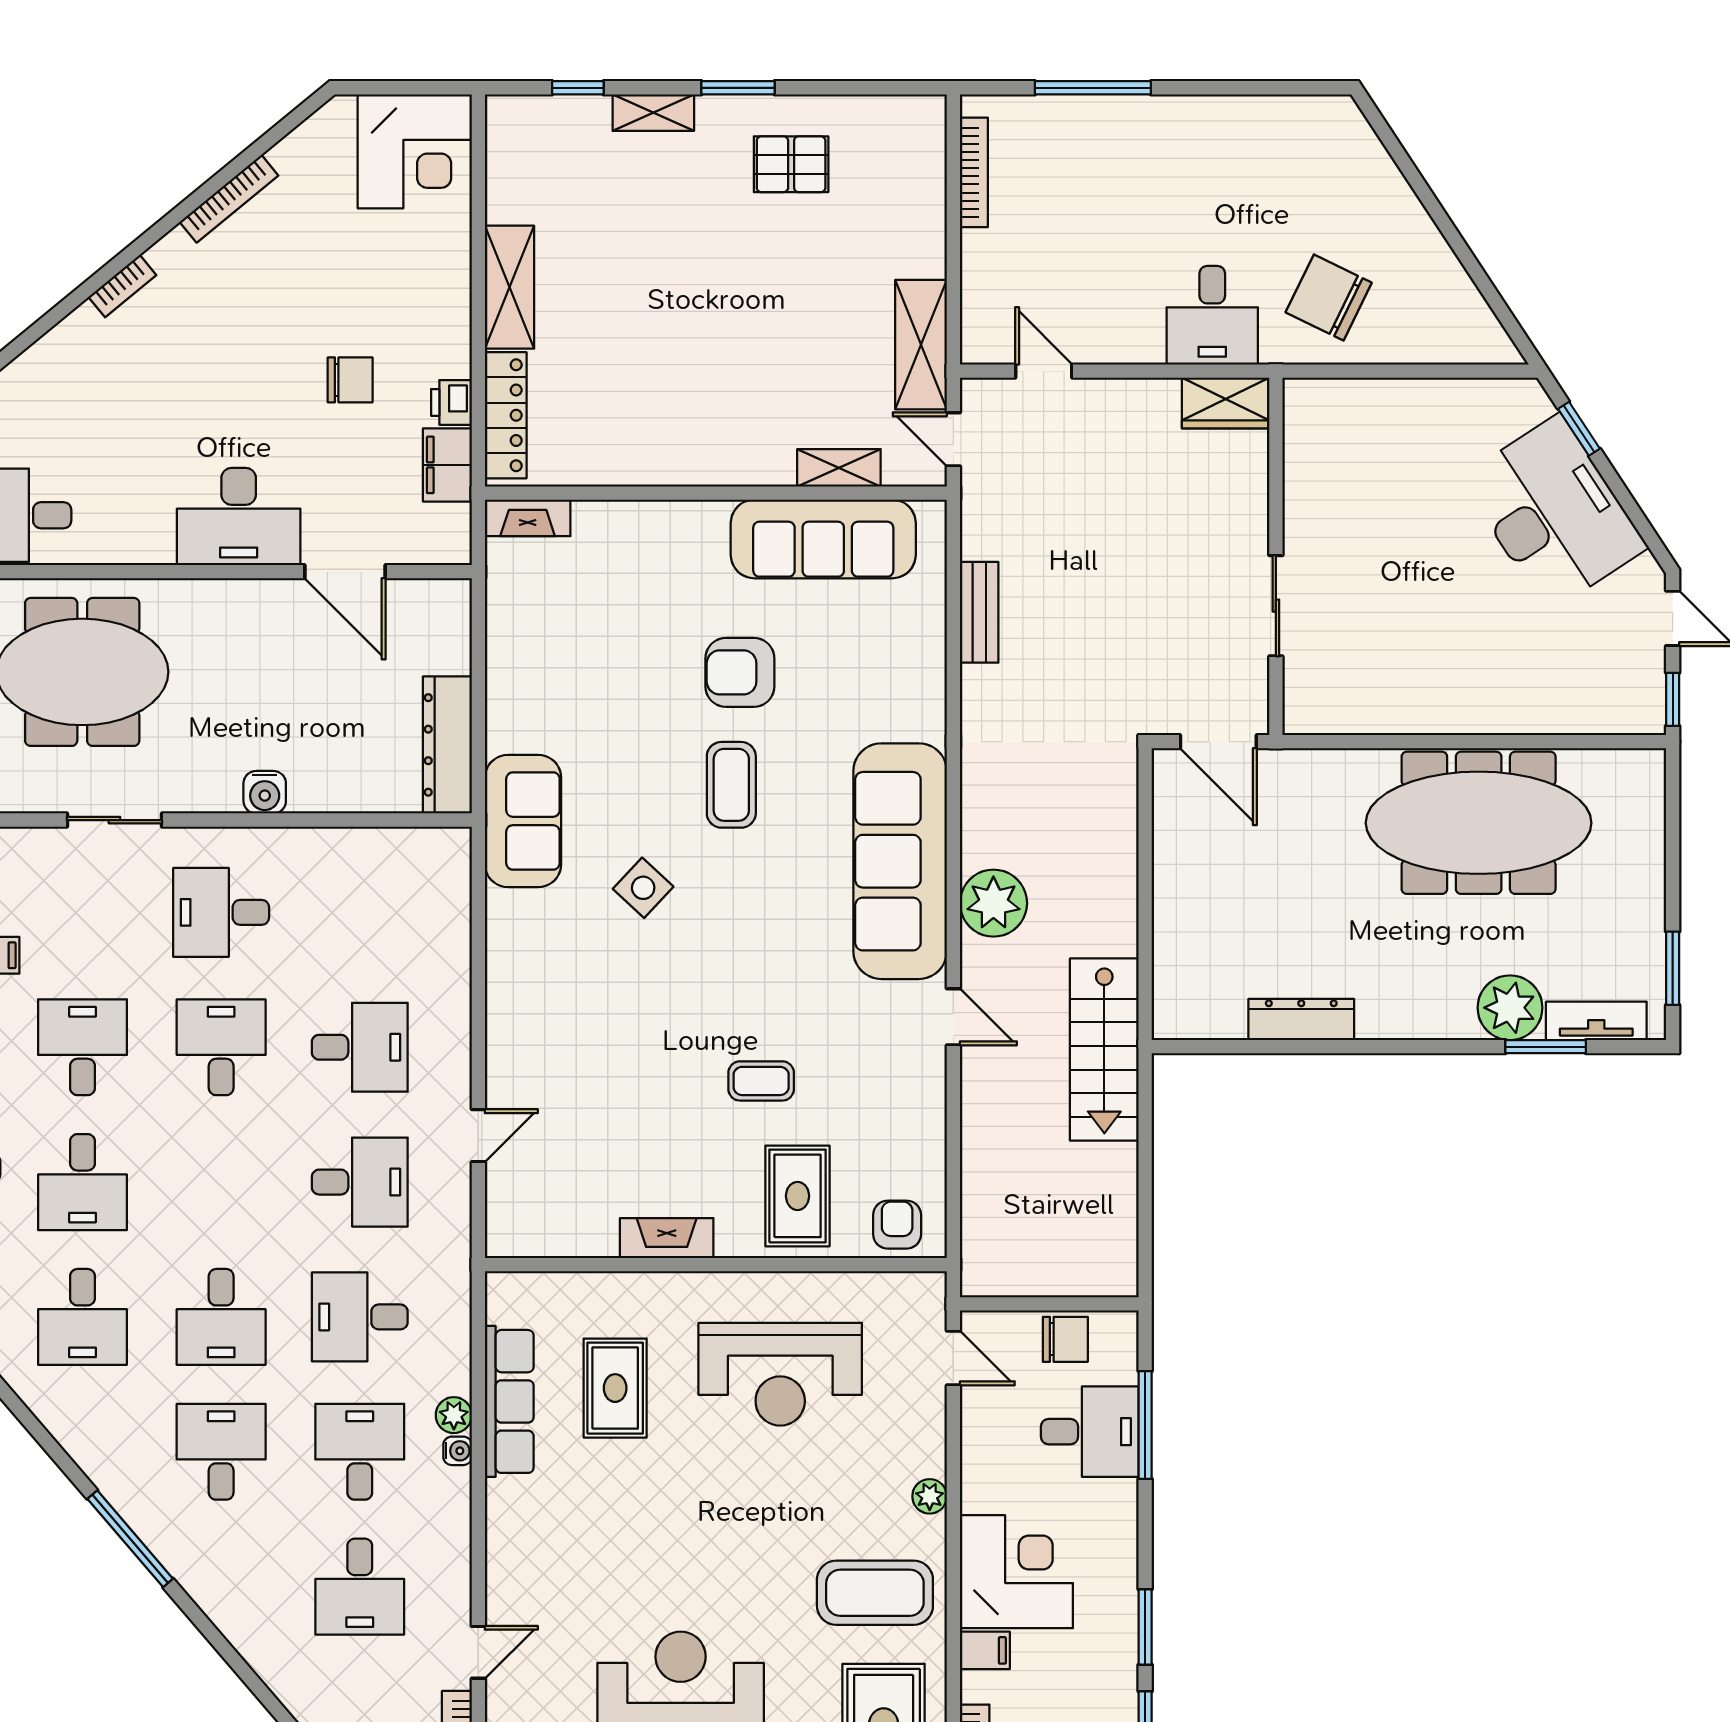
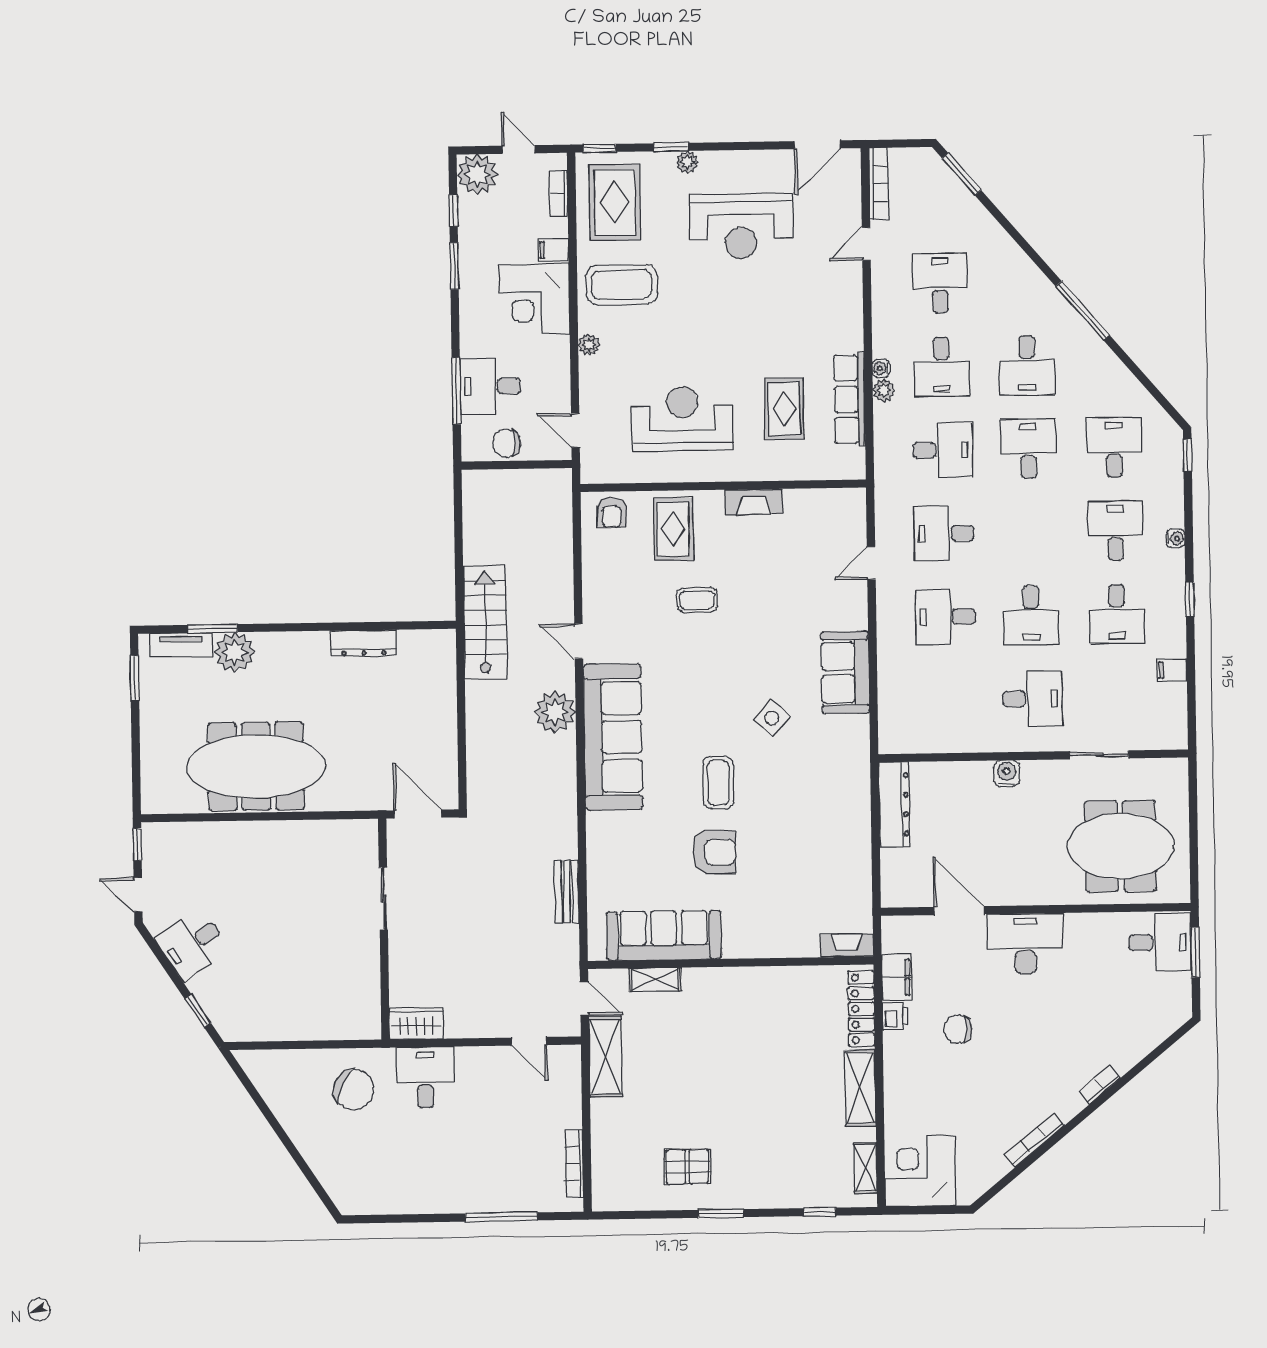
shelving: (653, 113) -> (865, 1168), moved, turned 90
desk: (1554, 513) -> (192, 944), width x0.53, depth x0.77
sofa: (523, 821) -> (845, 672), moved

